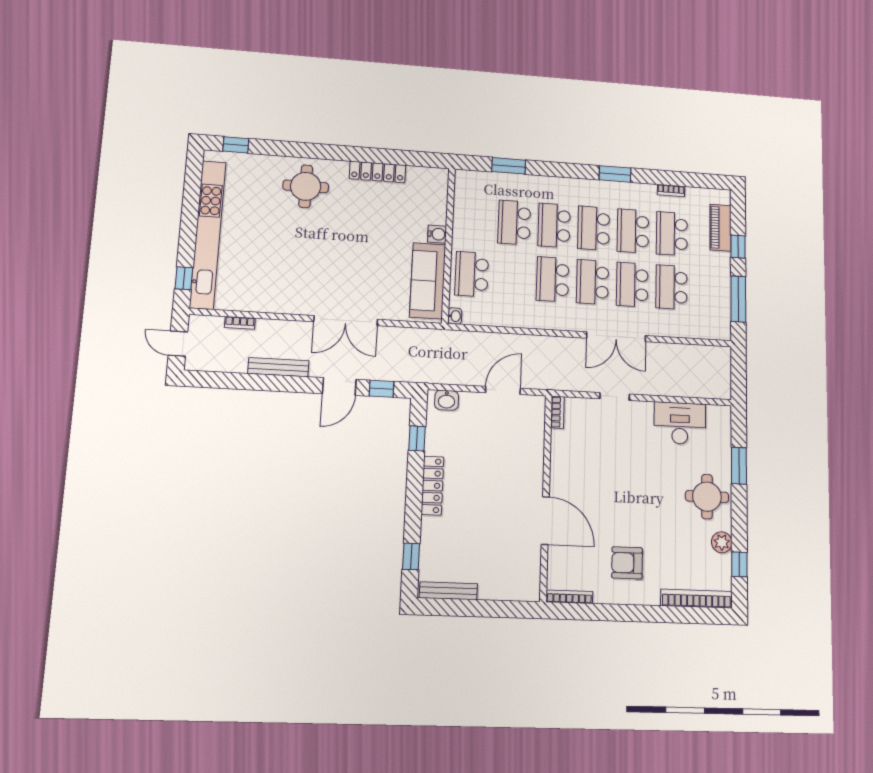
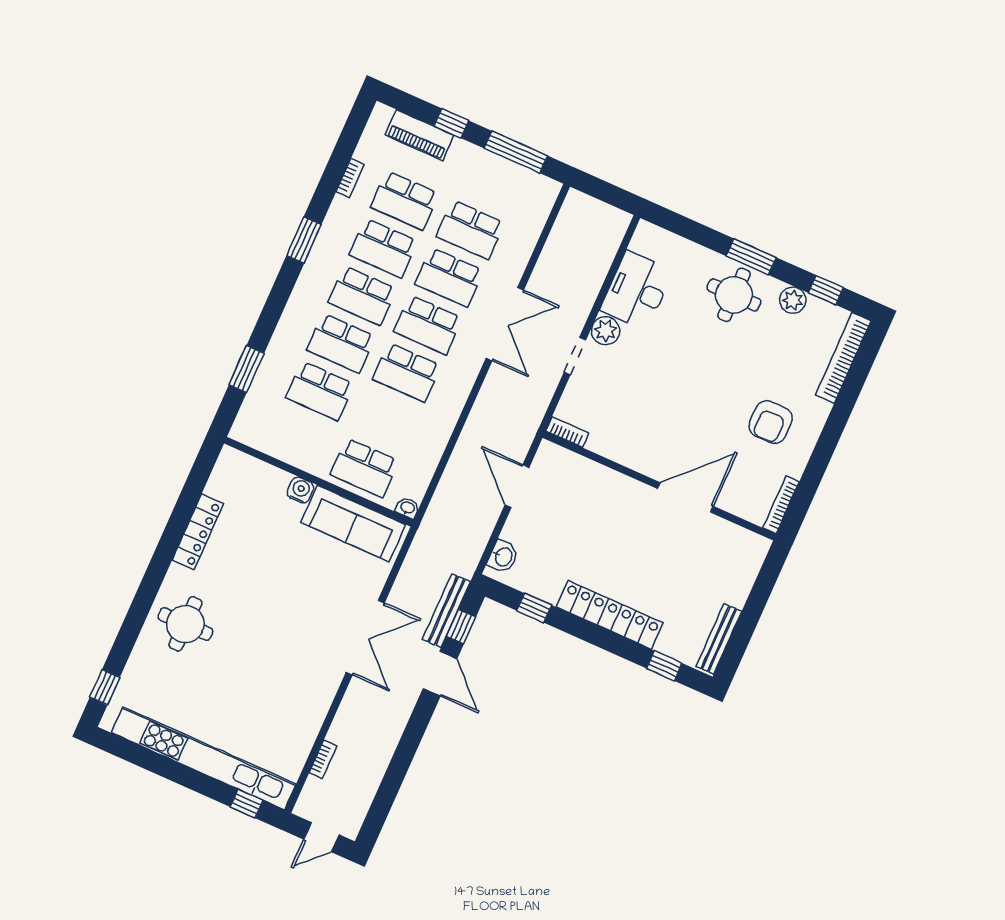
bench: (278, 367) -> (446, 611), moved
plant: (642, 412) -> (606, 331), added
window: (739, 466) -> (751, 257), moved
locker: (433, 486) -> (610, 615), width x1.41, depth x1.21

